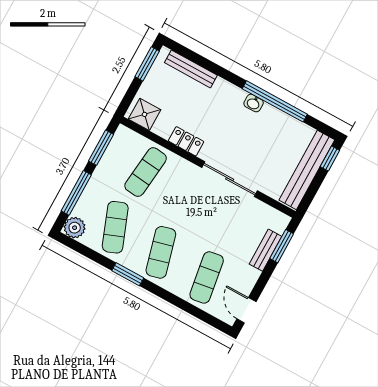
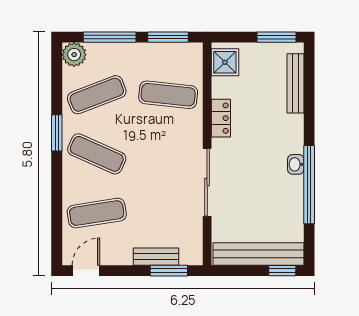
exercise mat: (161, 252) -> (97, 154), turned 39

